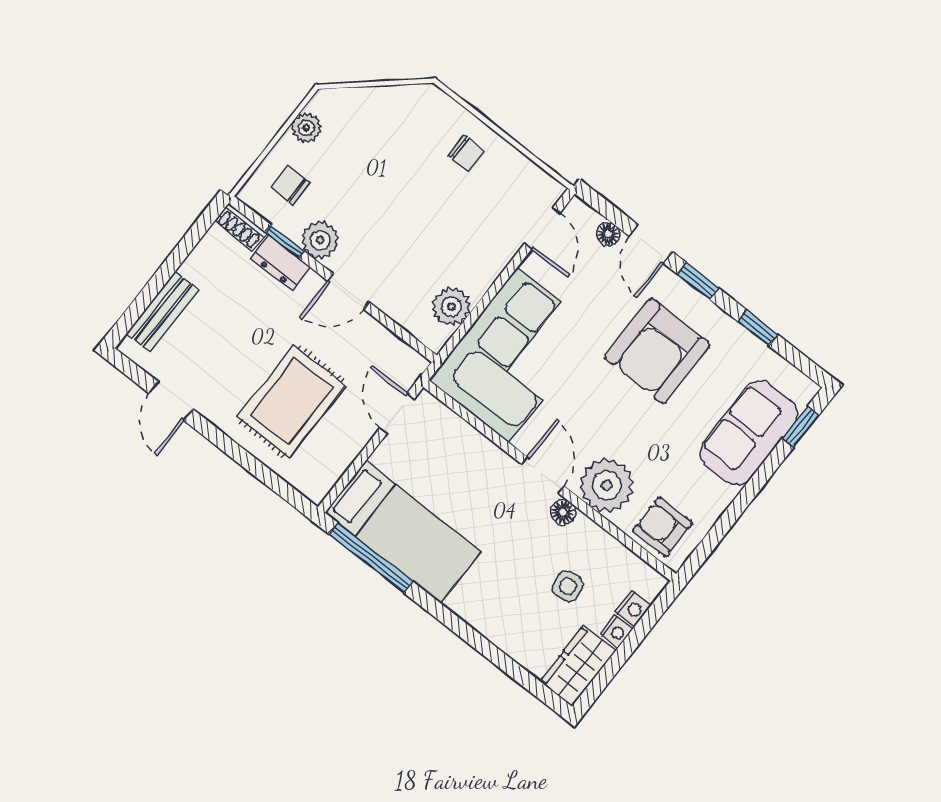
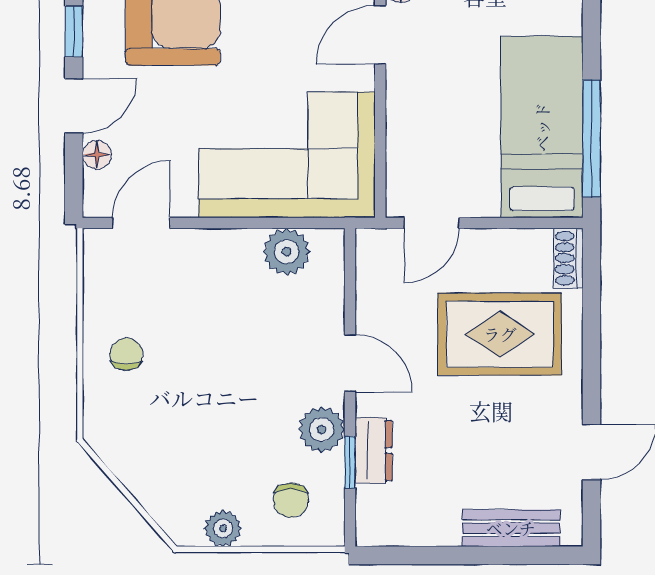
shoe rack: (240, 227) -> (568, 258), moved, turned 180

